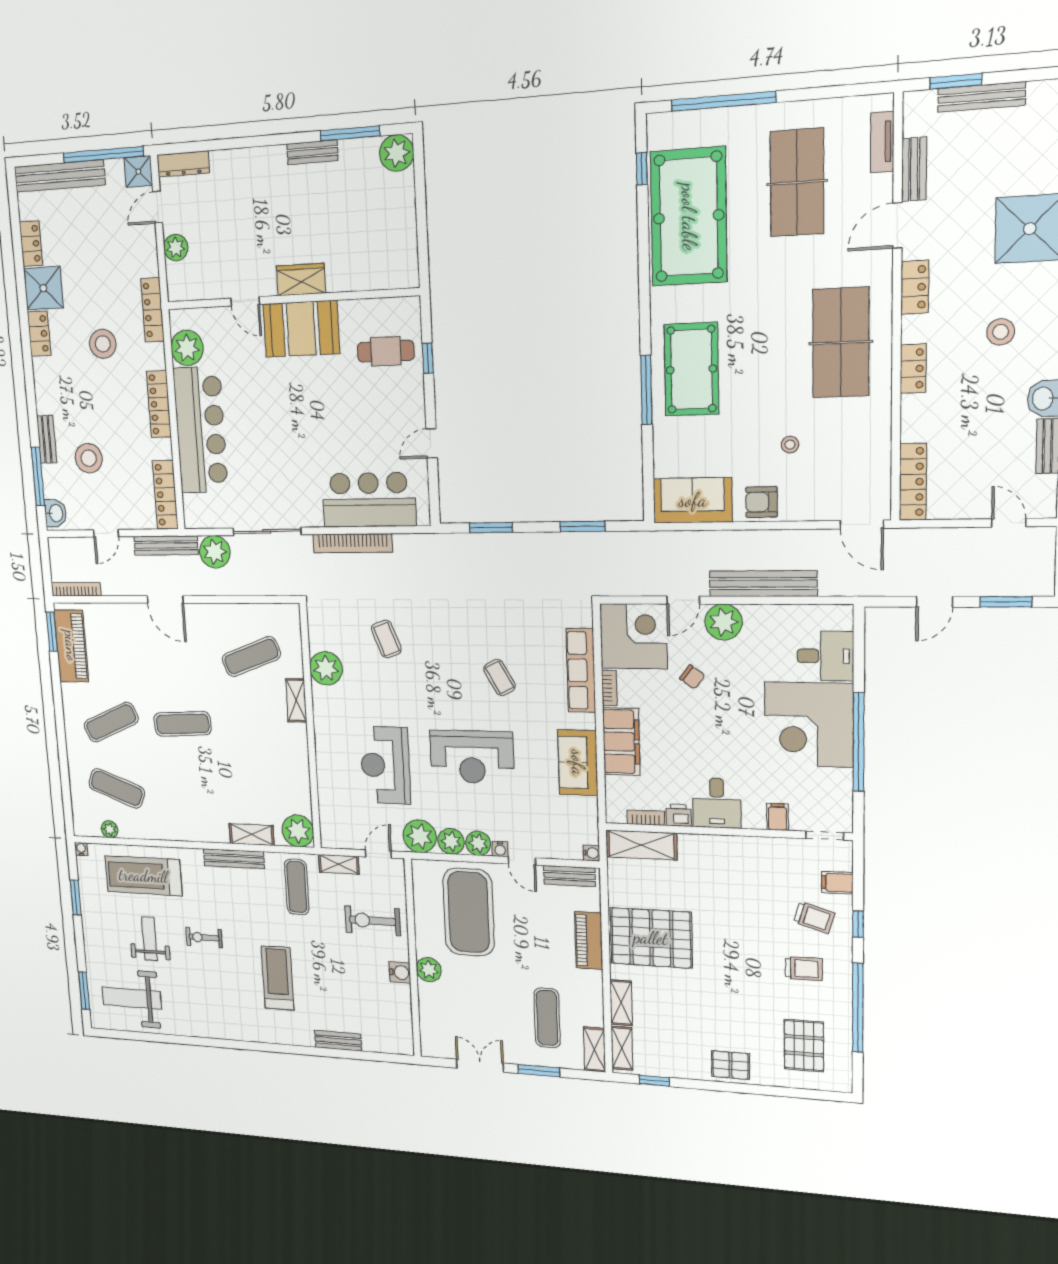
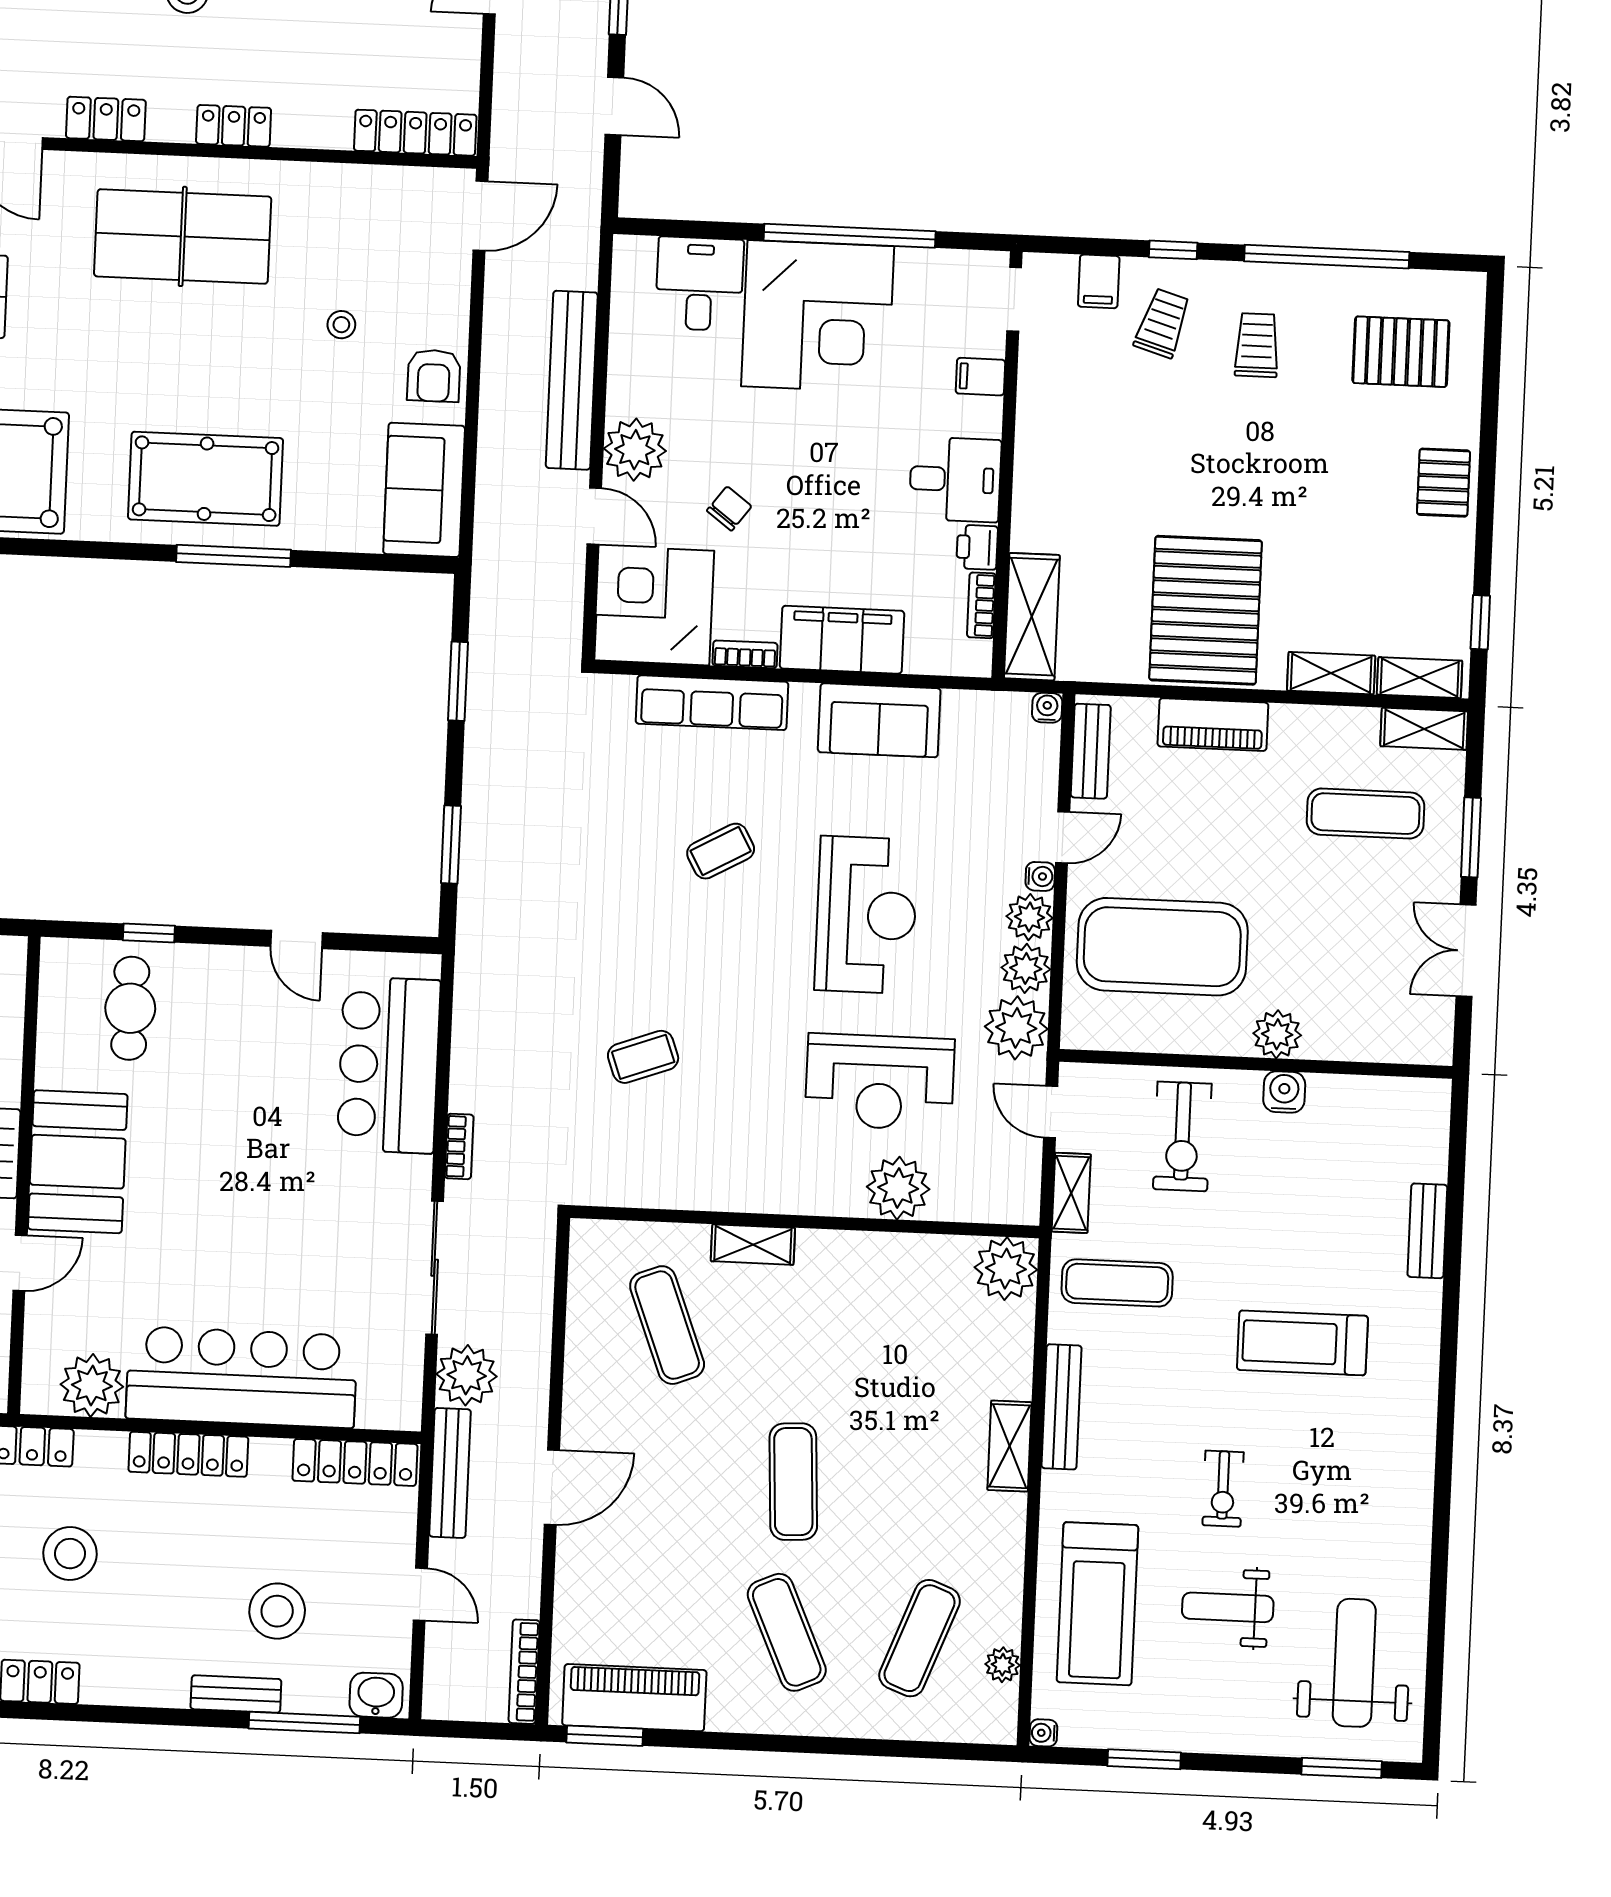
bookcase: (352, 543) -> (459, 1146), width x0.43, depth x0.76
plant: (326, 668) -> (898, 1188), moved
shelving: (252, 835) -> (1010, 1446), moved
weight bench: (132, 998) -> (1354, 1663), turned 180

